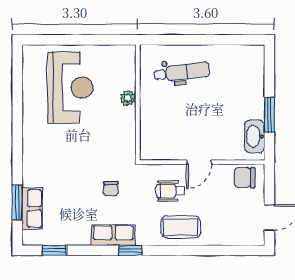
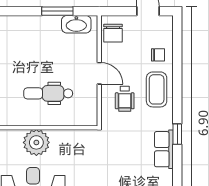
dental chair: (182, 72) -> (48, 93), moved, turned -83
plant: (128, 98) -> (36, 142), width x1.88, depth x1.88
chair: (111, 189) -> (158, 55), moved

